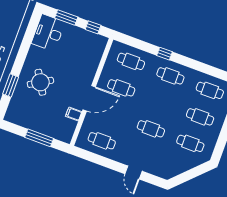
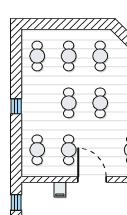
window: (164, 54) -> (16, 106), moved
cafe table: (170, 76) -> (69, 103), moved
filing cabinet: (74, 114) -> (60, 190), moved

